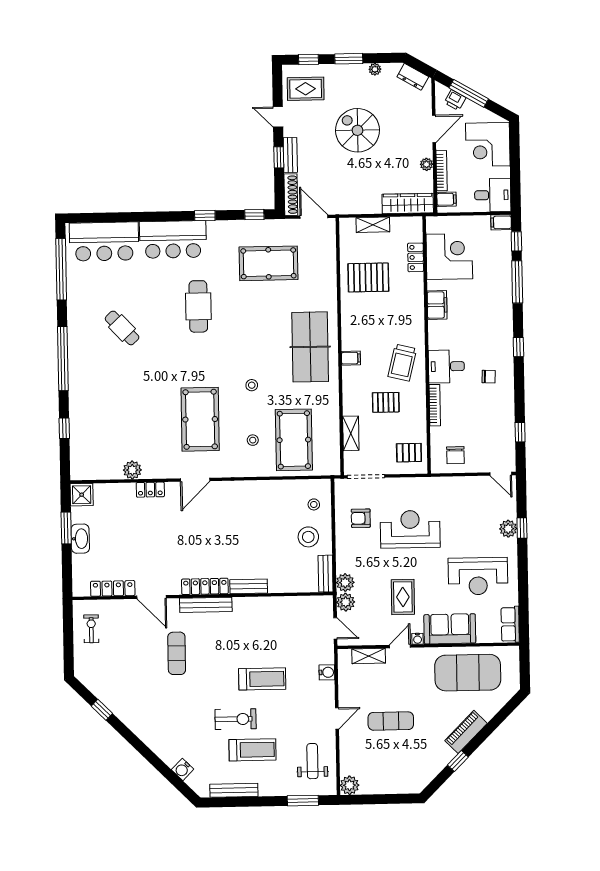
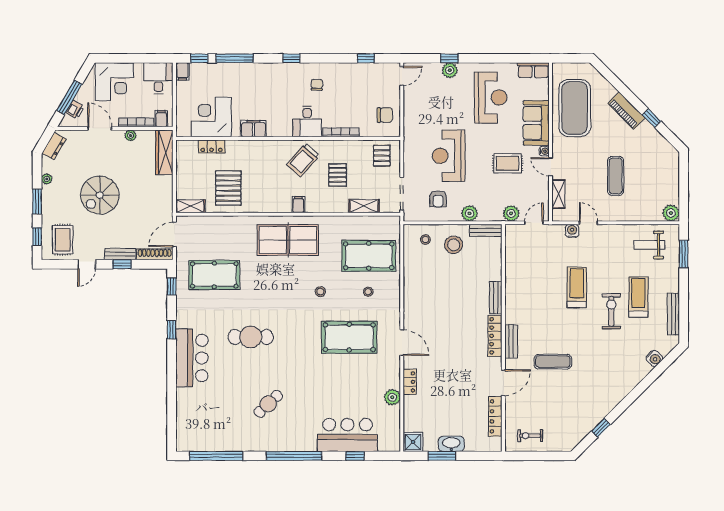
shelving: (373, 225) -> (190, 206), moved, turned 90
bar counter: (104, 242) -> (347, 435), moved, turned -90
pool table: (268, 263) -> (214, 275), turned 90
trolley: (402, 363) -> (303, 160), turned 117
plant: (345, 583) -> (470, 213), moved
bench: (206, 605) -> (511, 341), width x0.73
door: (337, 718) -> (588, 223), moved

